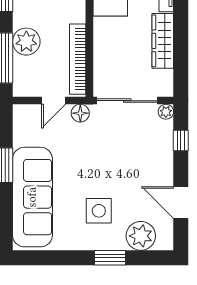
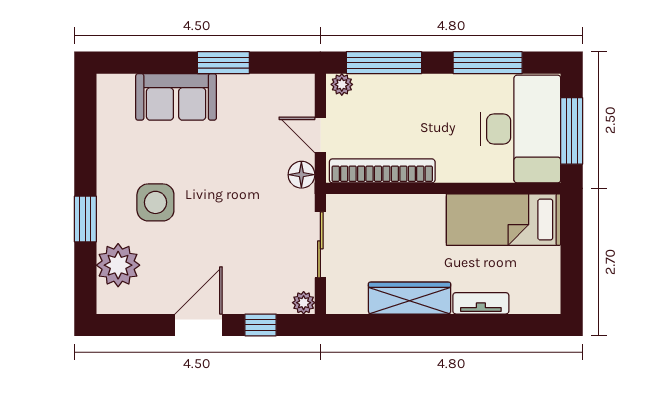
plant: (26, 42) -> (342, 84), moved, width x0.53, depth x0.53
sliding door: (127, 101) -> (320, 245), width x0.73
sofa: (32, 197) -> (176, 97), width x0.54, depth x0.79
door: (181, 202) -> (199, 325), moved

